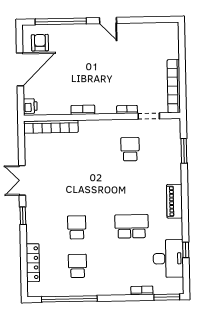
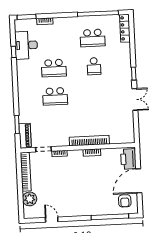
door: (108, 21) -> (52, 220), moved
plant: (169, 49) -> (30, 199), added
printer: (30, 106) -> (128, 159), width x1.87, depth x1.48
bookcase: (51, 127) -> (89, 141), moved
school desk: (130, 149) -> (55, 96), moved, width x1.85
piano: (174, 201) -> (25, 136), moved
locker: (33, 263) -> (125, 28), moved
school desk: (78, 266) -> (93, 38), width x1.85

